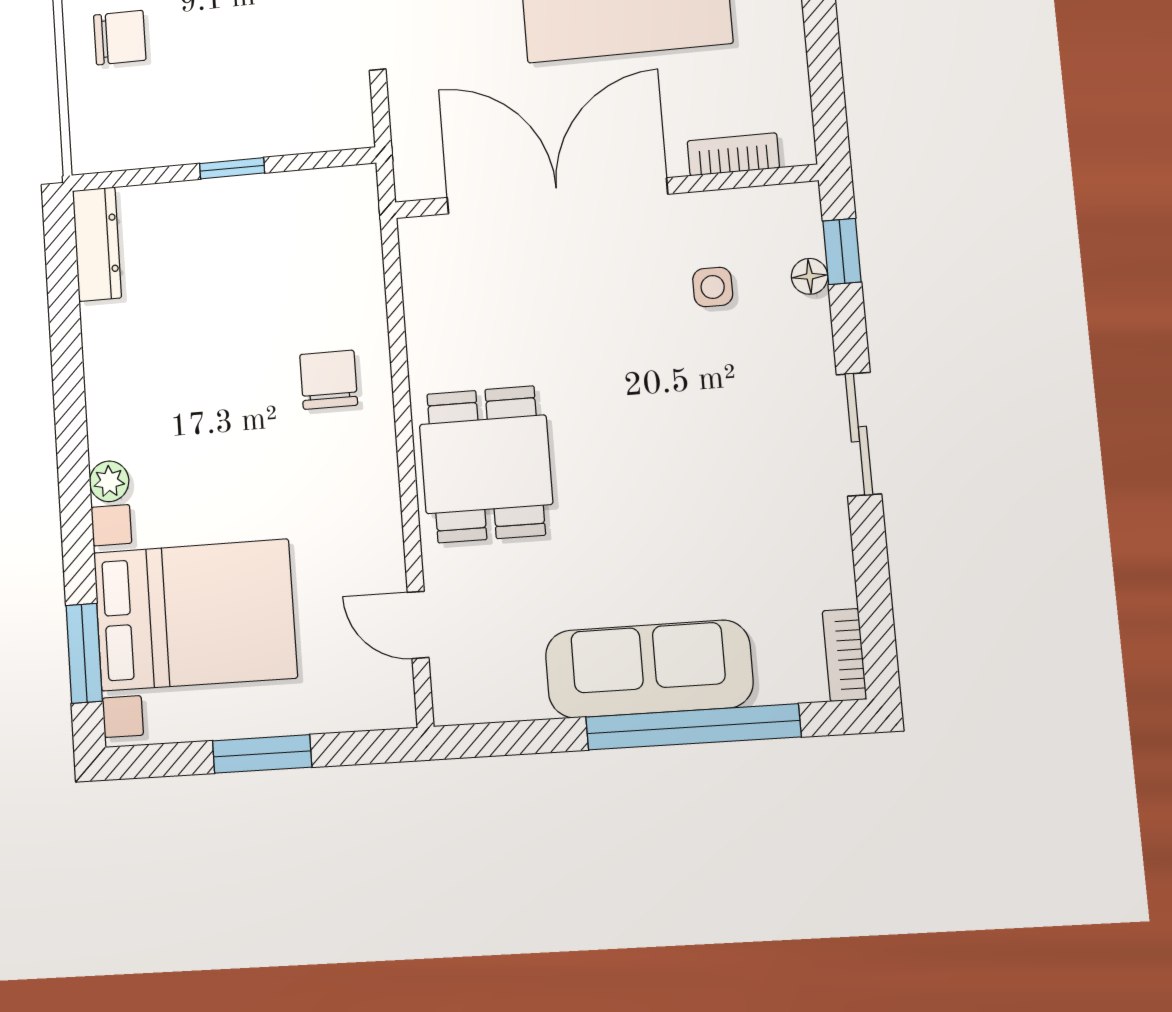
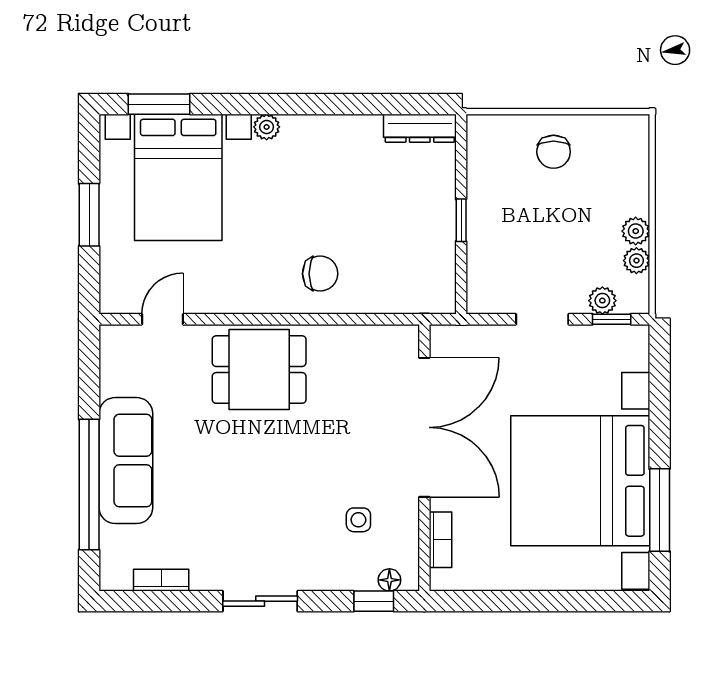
floor lamp: (810, 276) -> (389, 580), moved
bookcase: (844, 655) -> (161, 580), moved

